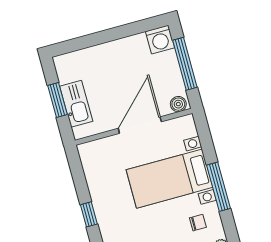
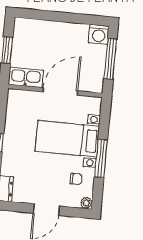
kitchen sink: (76, 104) -> (26, 77), moved, turned -90
boiler: (178, 104) -> (94, 87), removed

